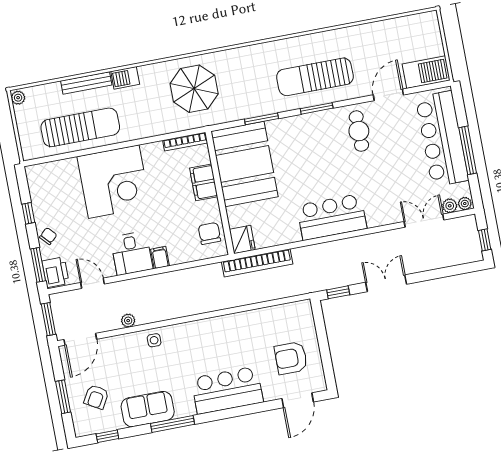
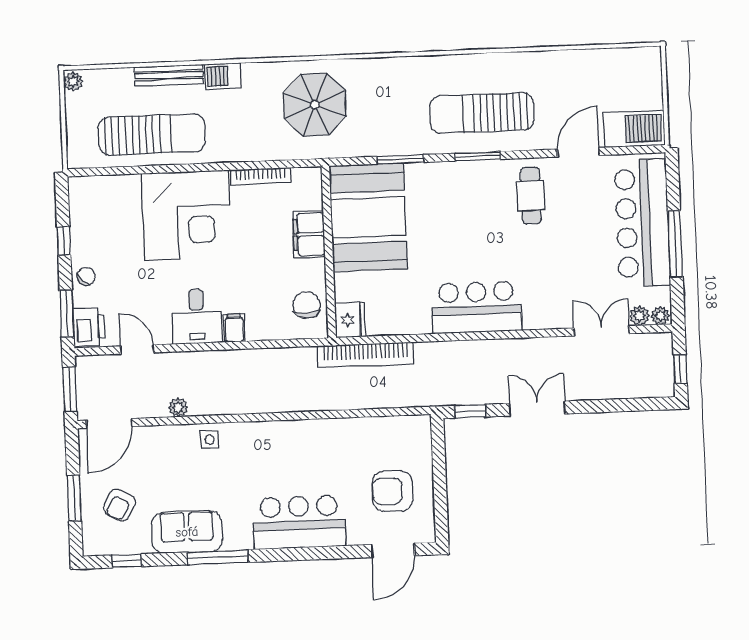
bookcase: (185, 142) -> (261, 176), moved

